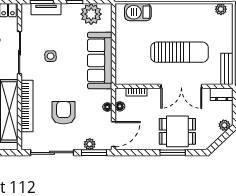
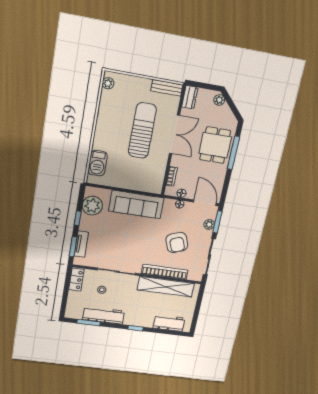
side table: (51, 56) -> (124, 246), removed
armchair: (64, 113) -> (177, 242), turned -111
window: (173, 153) -> (233, 153), width x1.44

